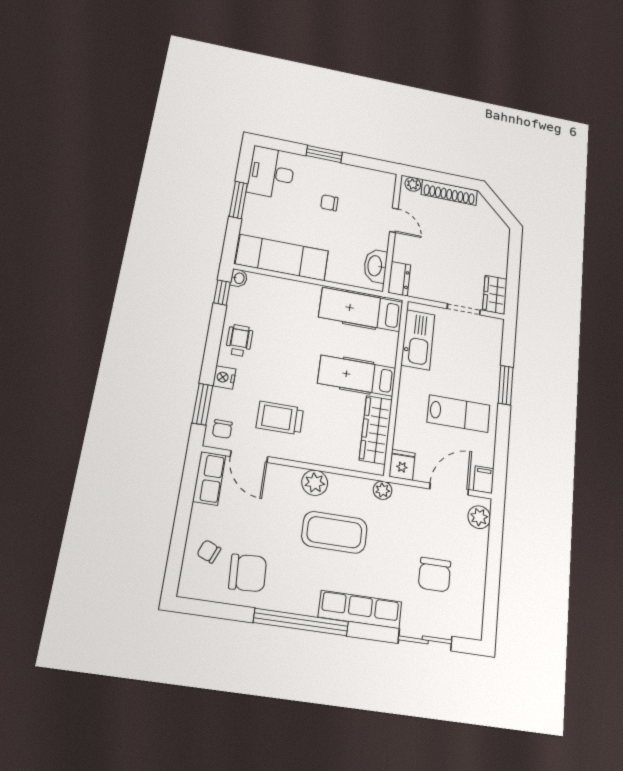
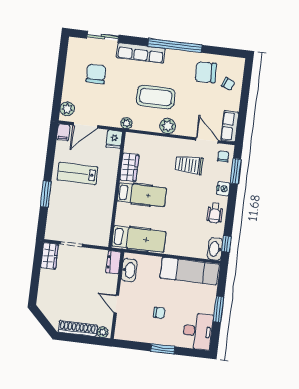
washbasin: (239, 278) -> (215, 249), width x1.91, depth x1.45
kitchen sink: (418, 340) -> (102, 221), removed
trolley: (280, 418) -> (189, 165), turned 180
wardrobe: (376, 430) -> (129, 167), width x0.67

